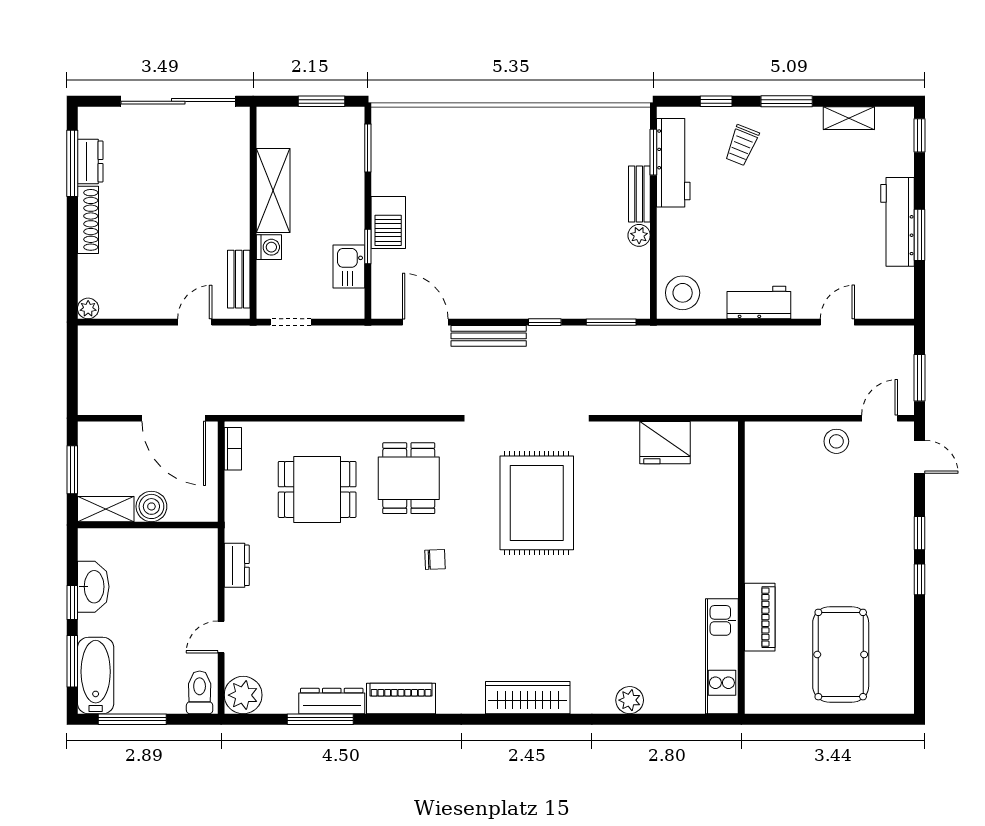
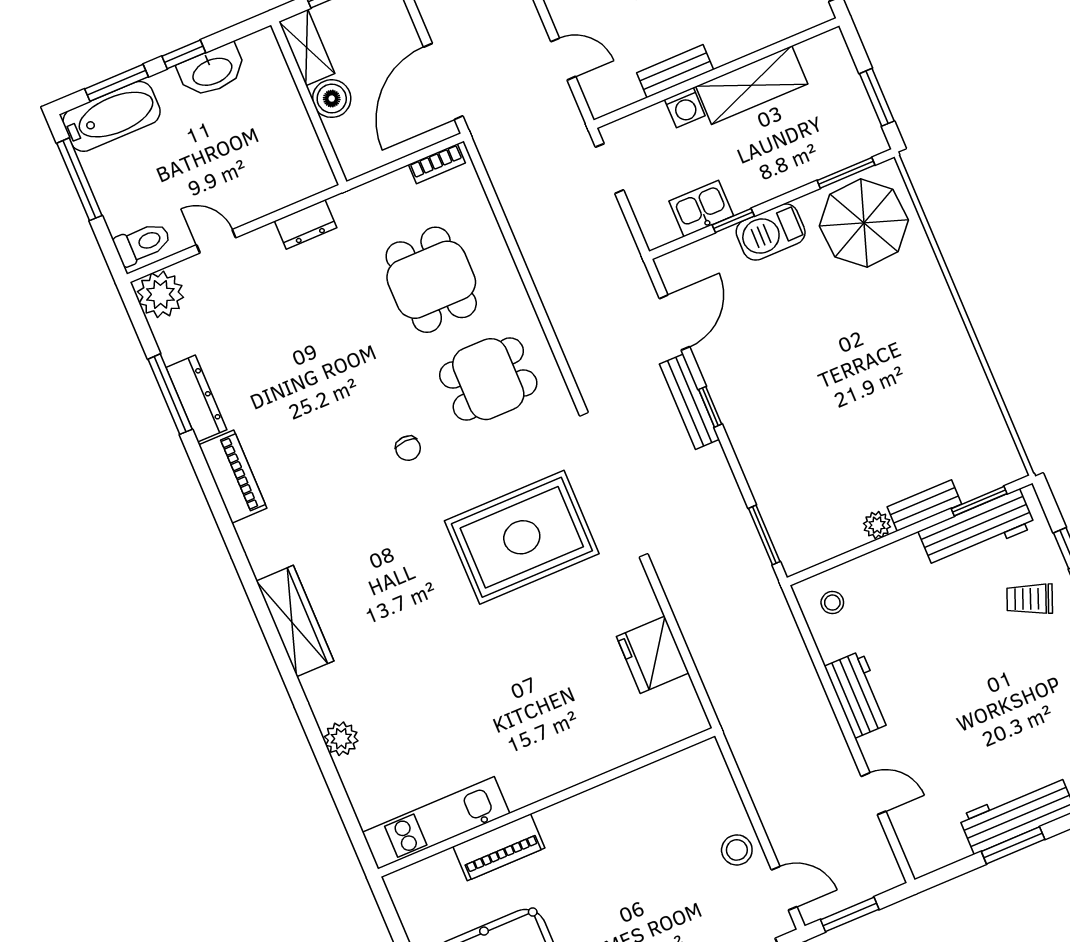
parasol: (411, 150) -> (864, 223), added
bench: (239, 279) -> (675, 71), moved
stool: (683, 293) -> (832, 603), width x0.53, depth x0.53
window: (545, 322) -> (710, 407), moved

